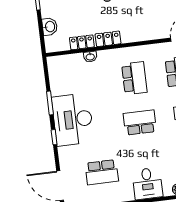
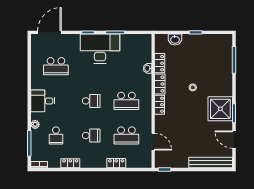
locker: (134, 36) -> (160, 105), added
school desk: (140, 123) -> (91, 101), width x0.54
school desk: (102, 172) -> (56, 66), turned -90

